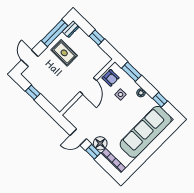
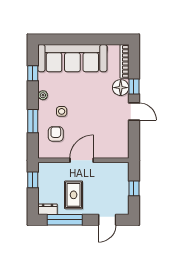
door: (88, 86) -> (82, 160), moved
wall: (87, 87) -> (83, 160), moved

